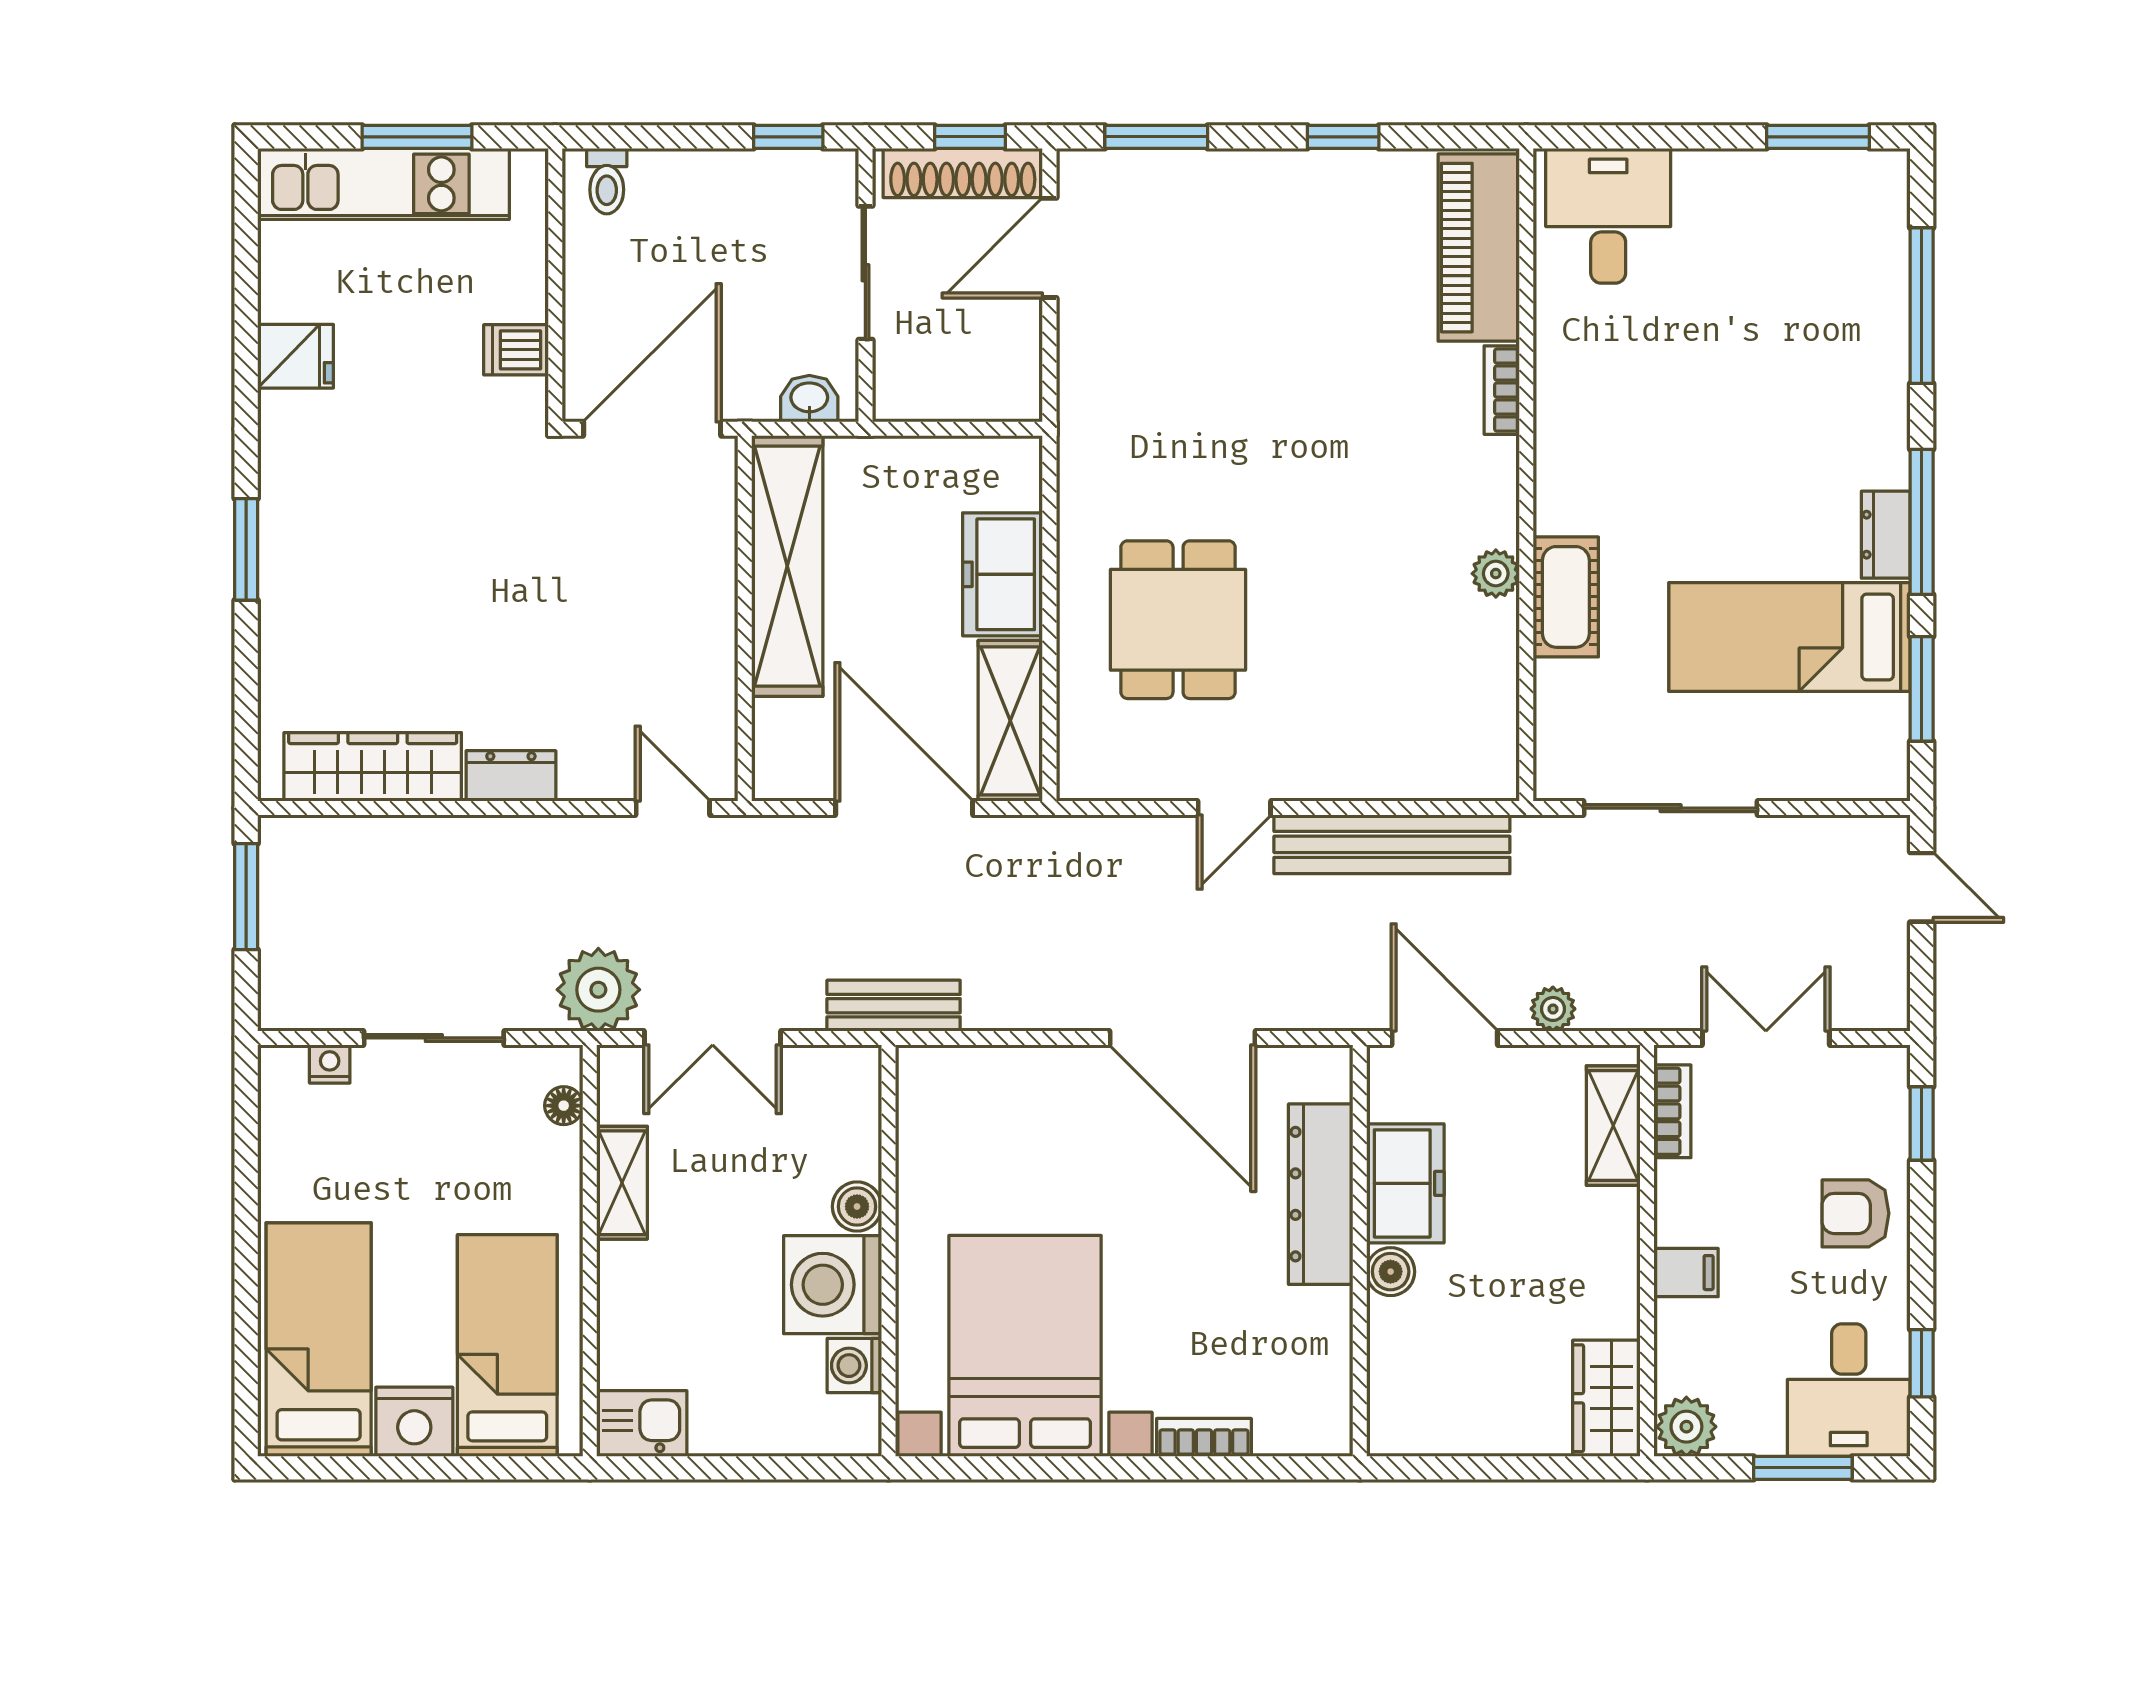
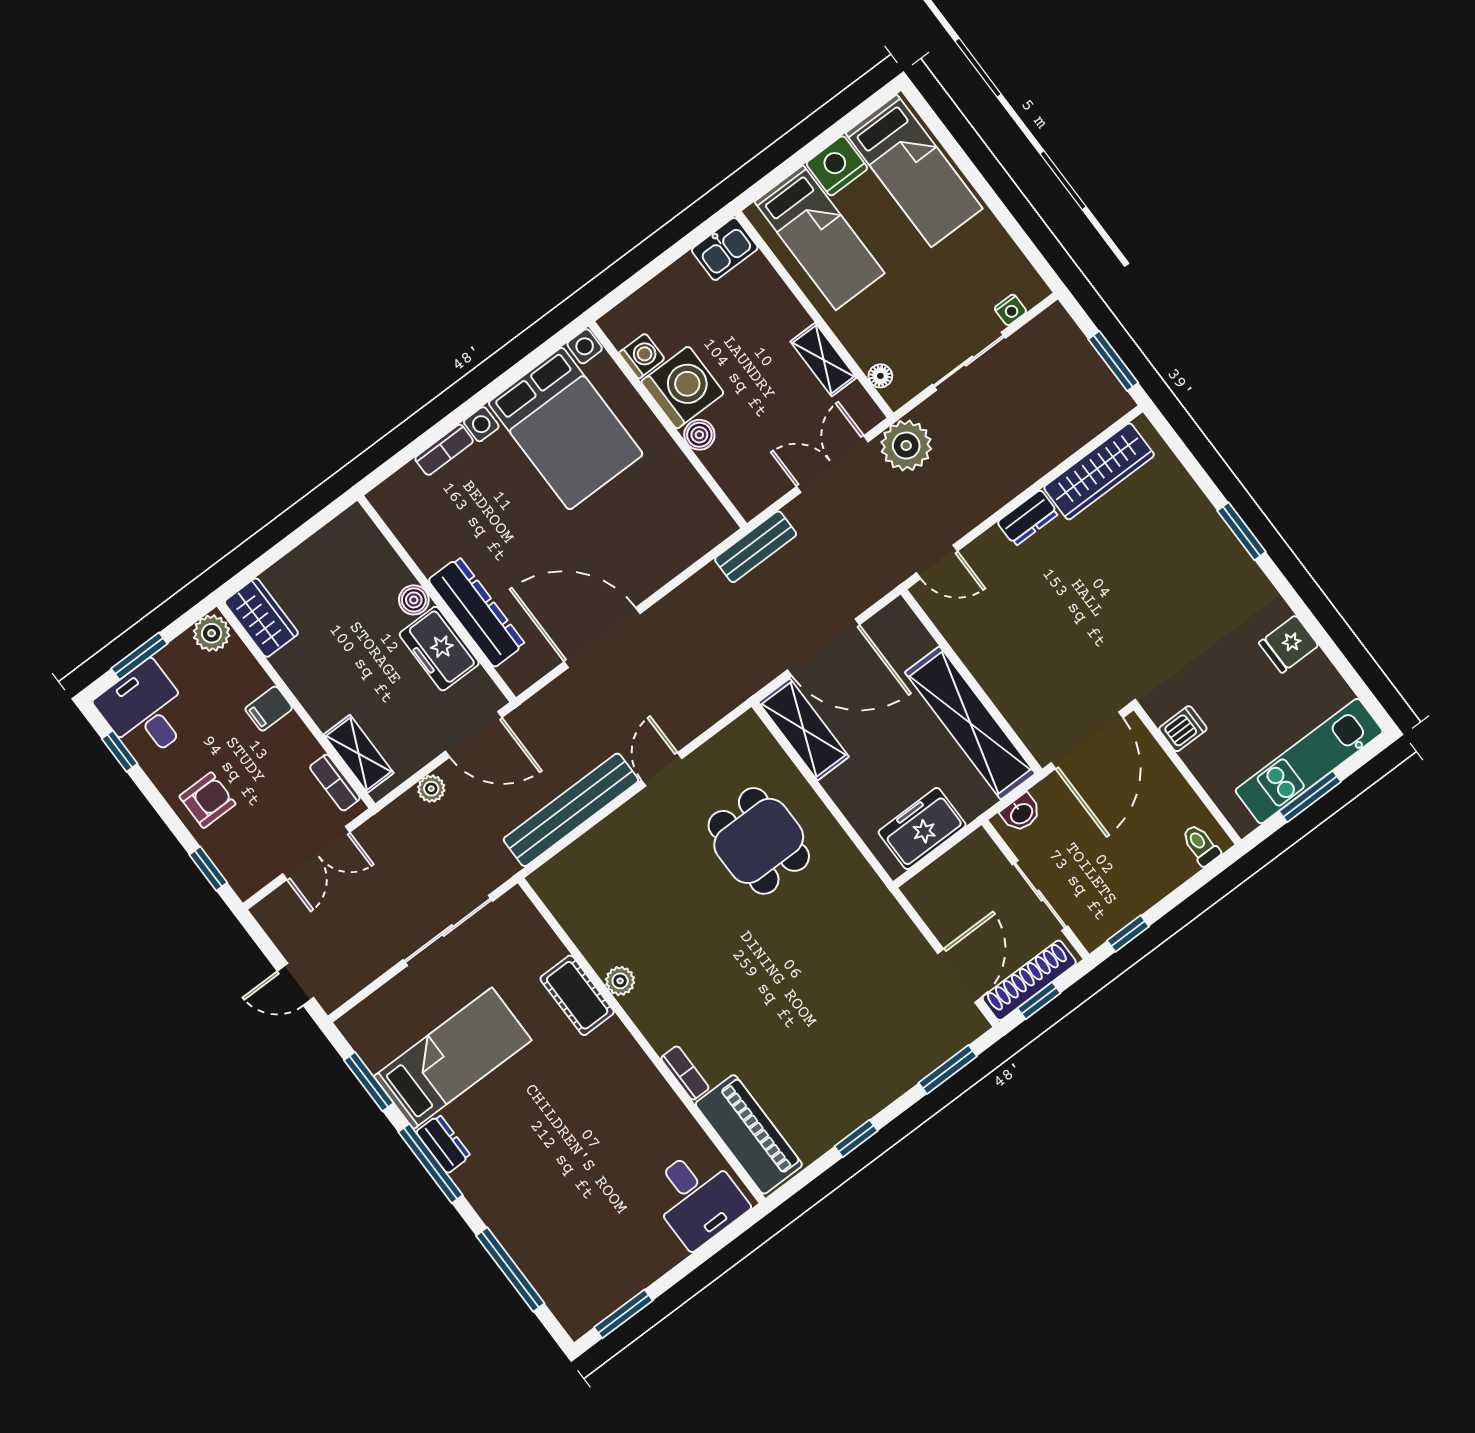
freezer: (1003, 574) -> (922, 828), moved, turned -90

